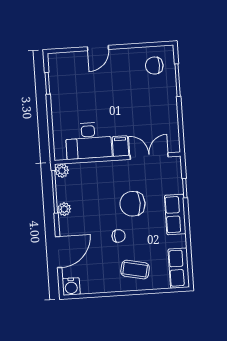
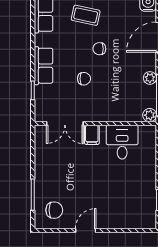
door: (98, 48) -> (86, 231), moved
desk: (89, 141) -> (122, 142), width x0.73
chair: (132, 204) -> (84, 79), width x0.54, depth x0.54

